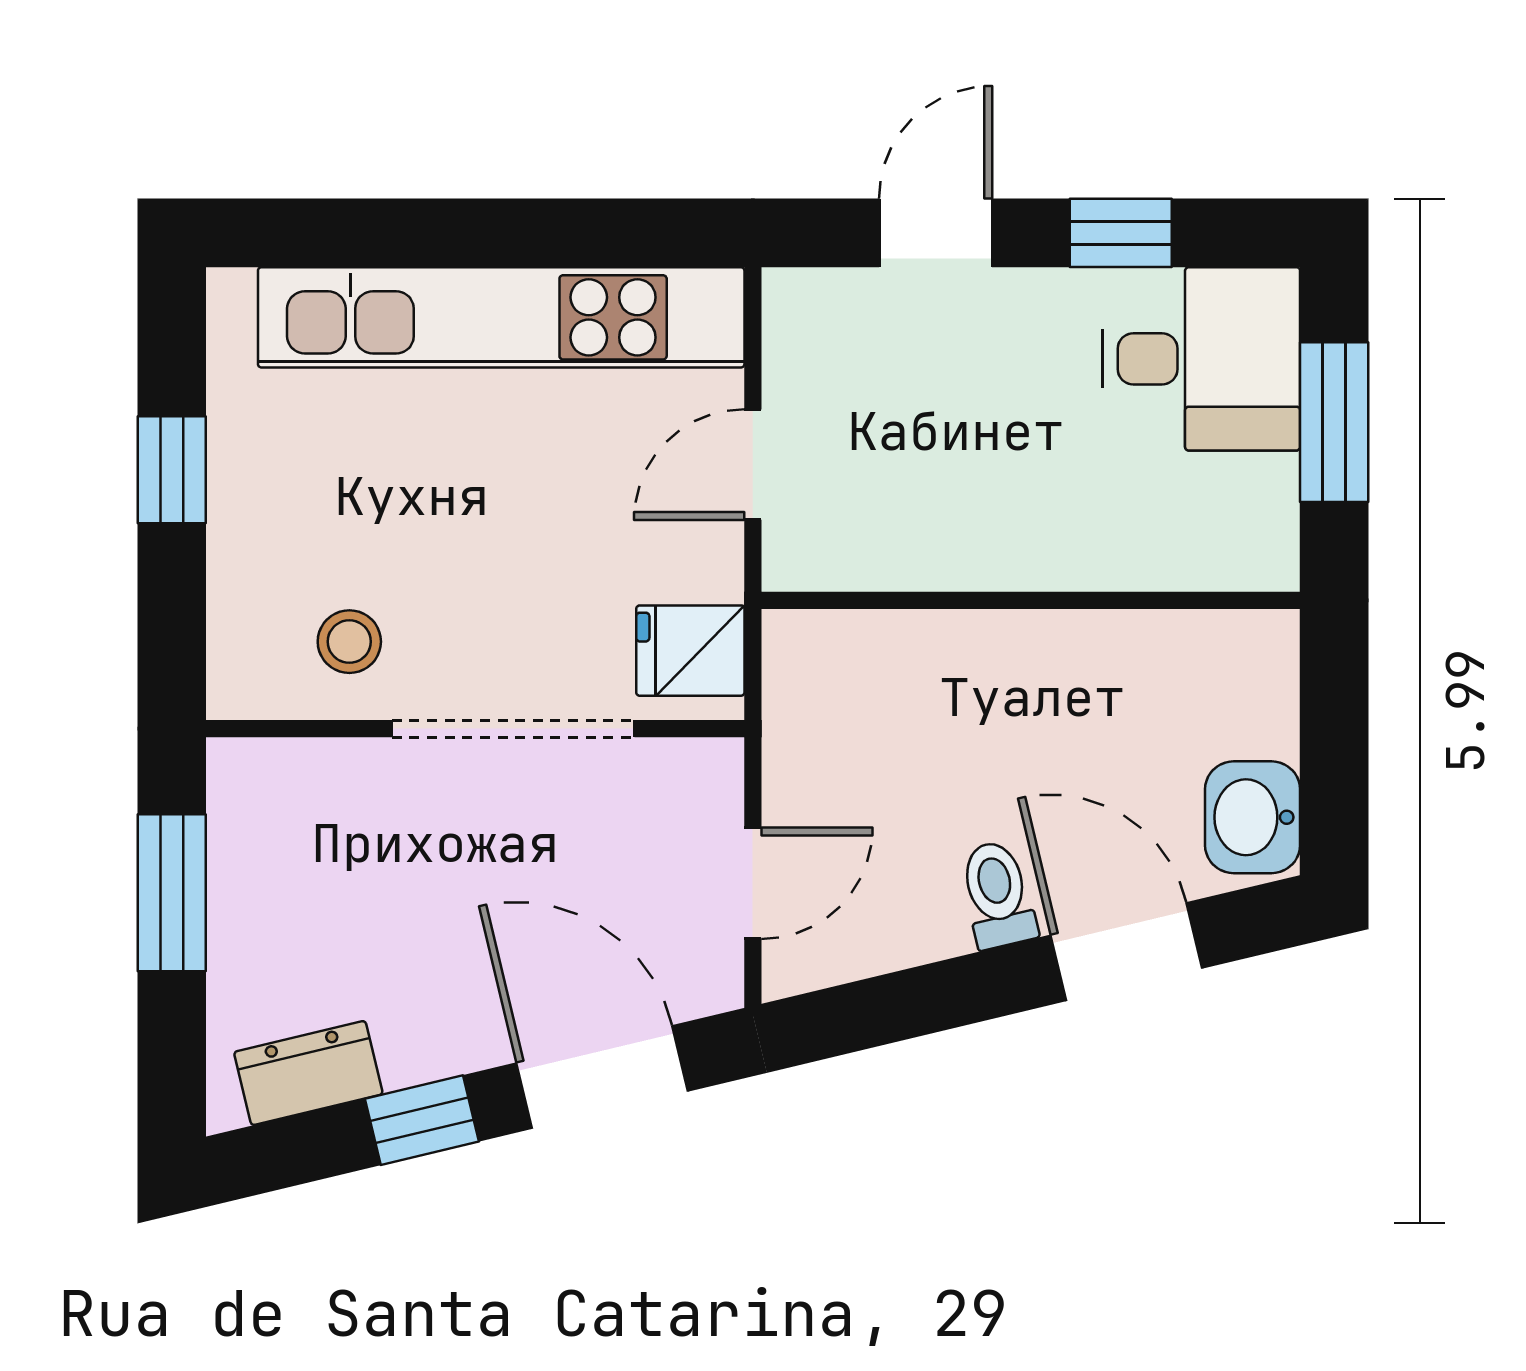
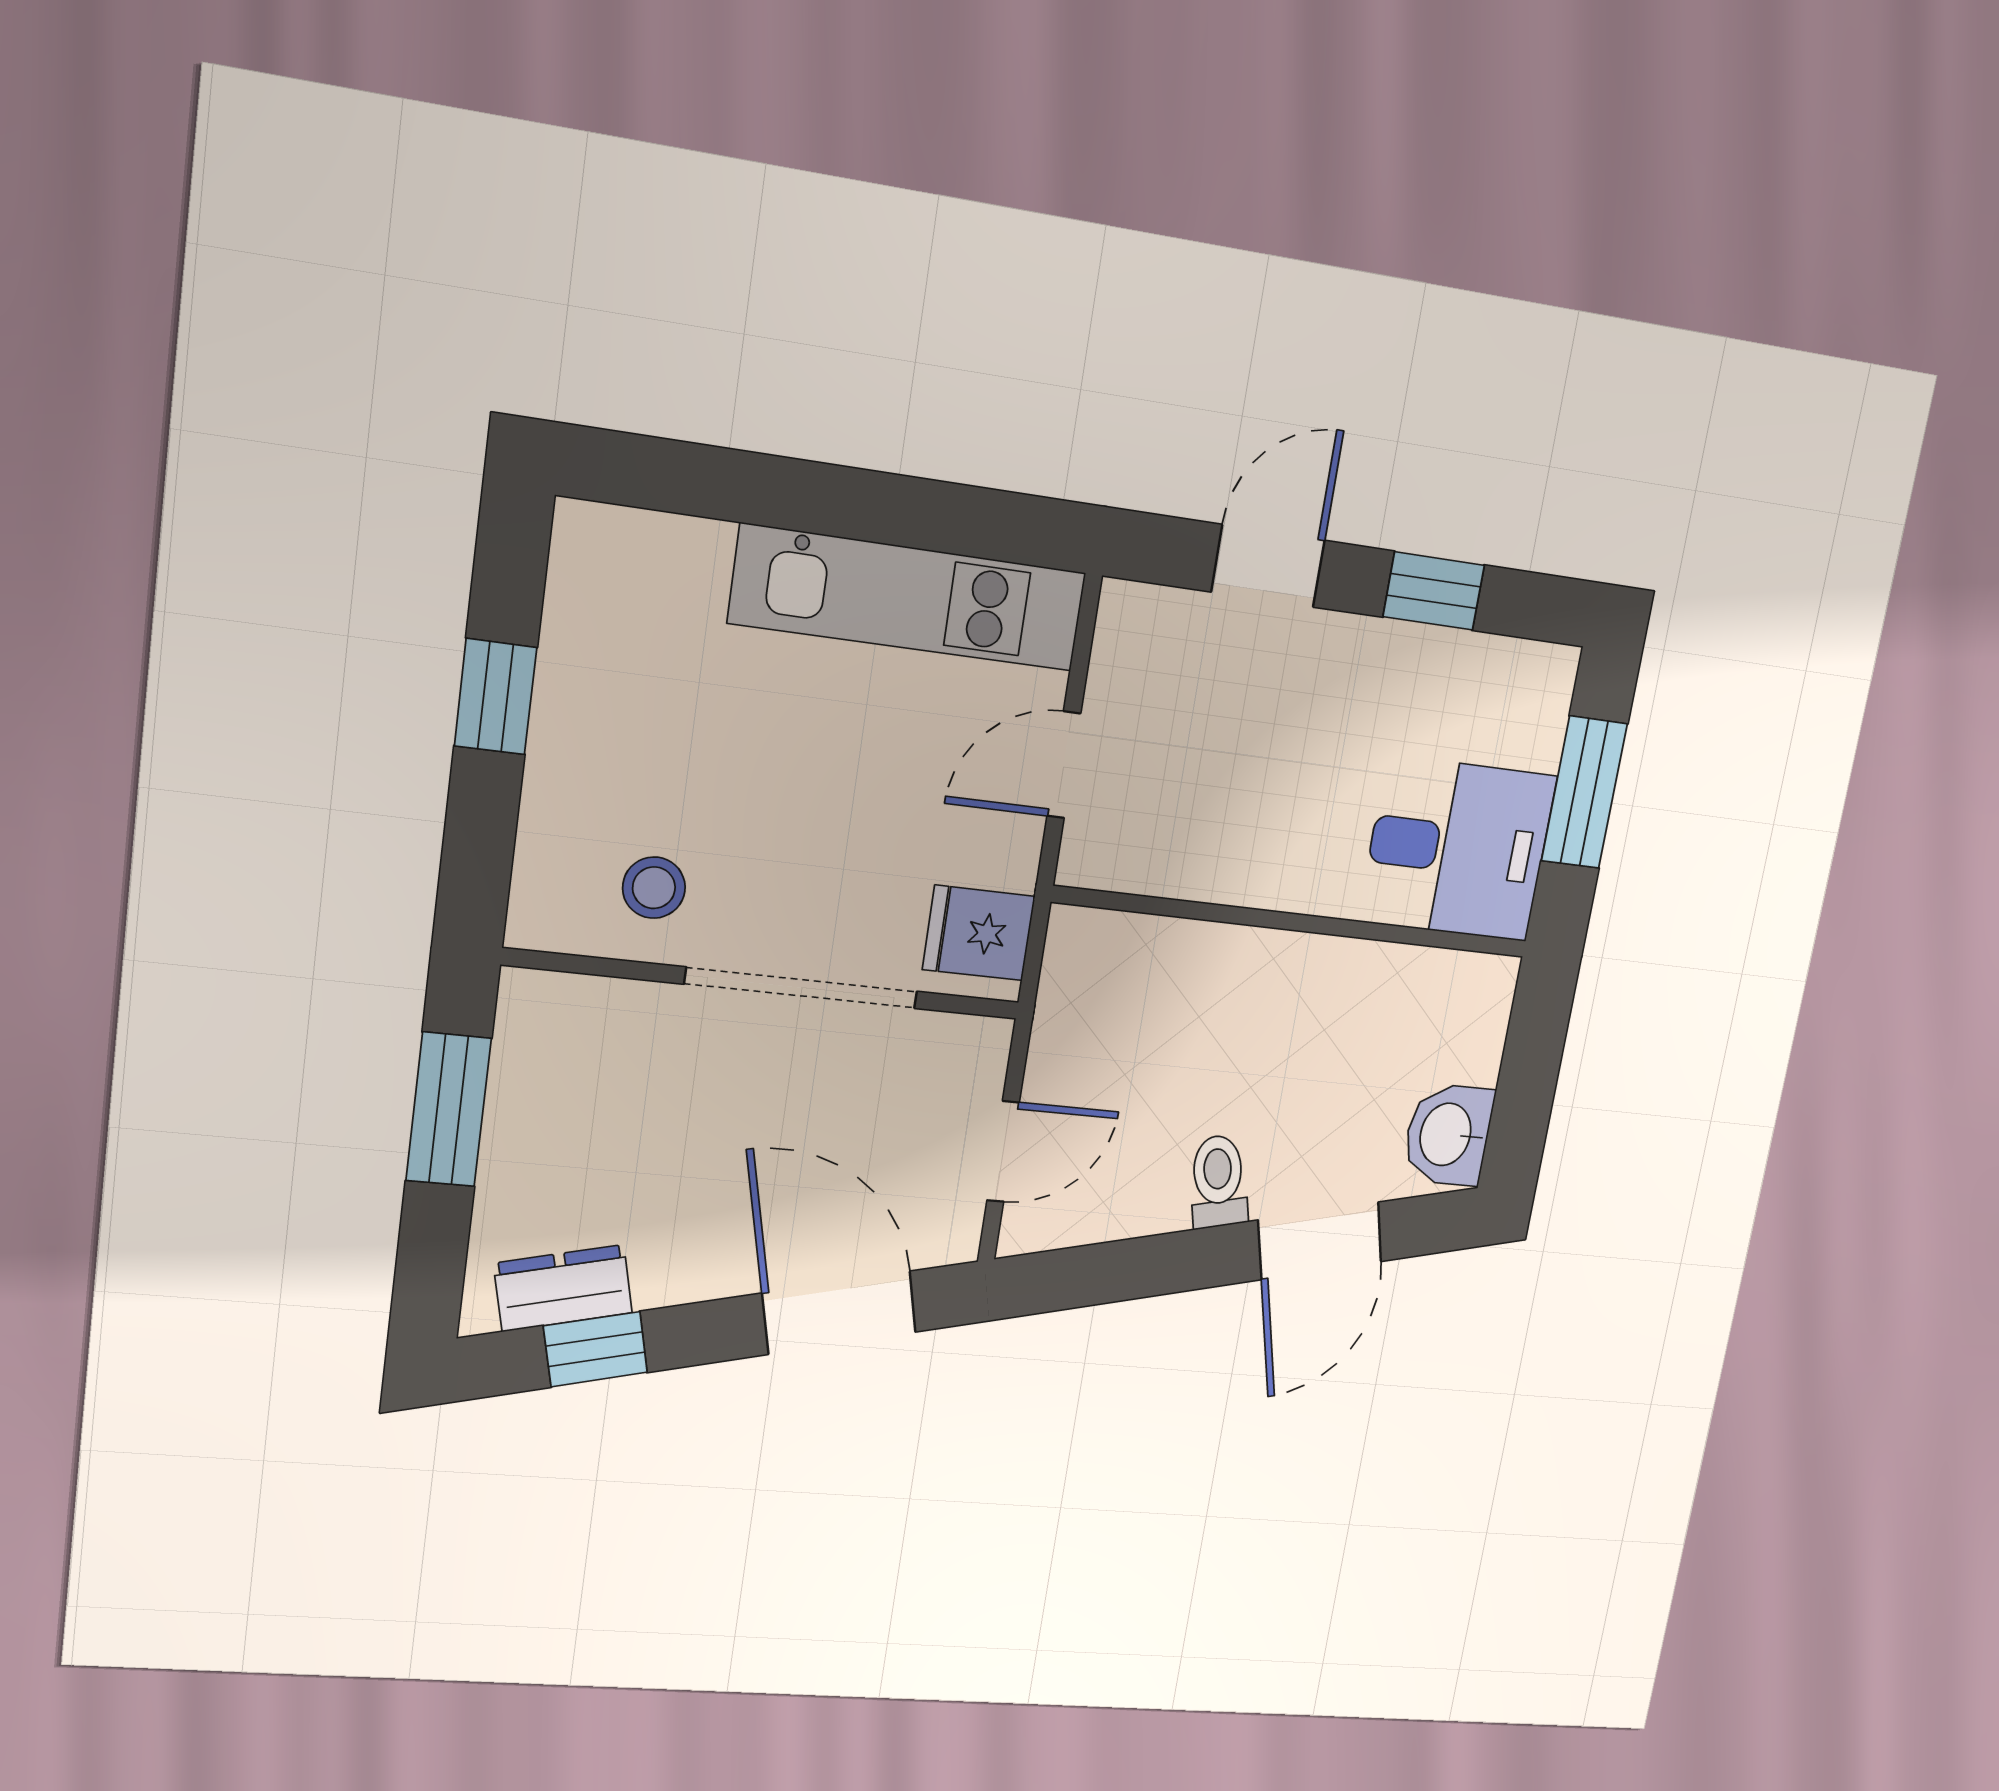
kitchen unit: (501, 317) -> (908, 598), width x0.73
desk: (1201, 359) -> (1458, 849), moved
door: (1126, 952) -> (1320, 1241), swing flipped
window: (422, 1120) -> (595, 1349), moved

